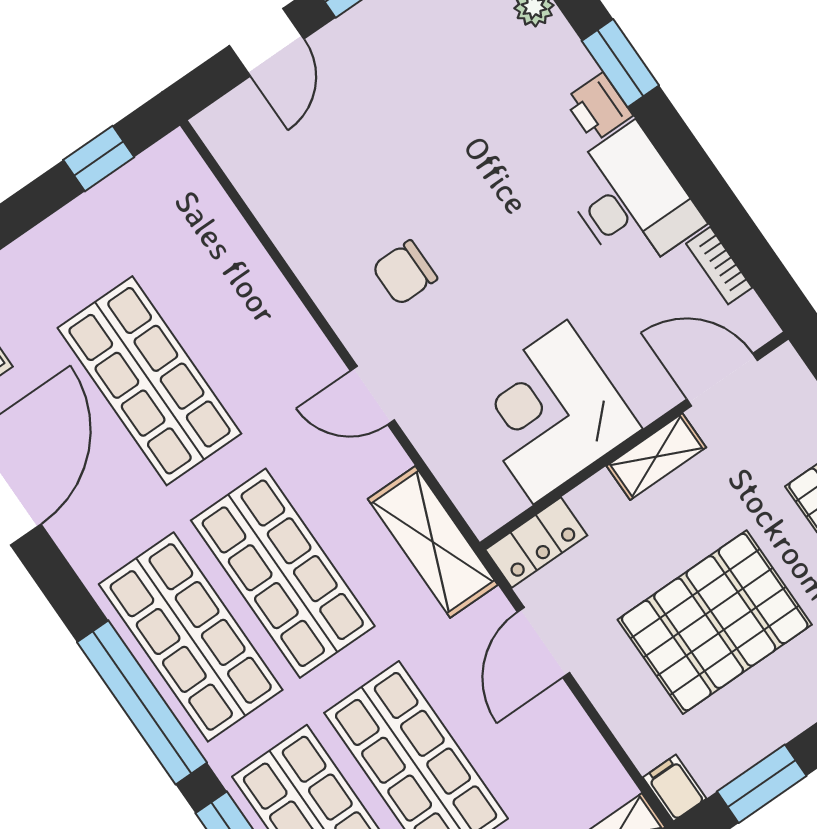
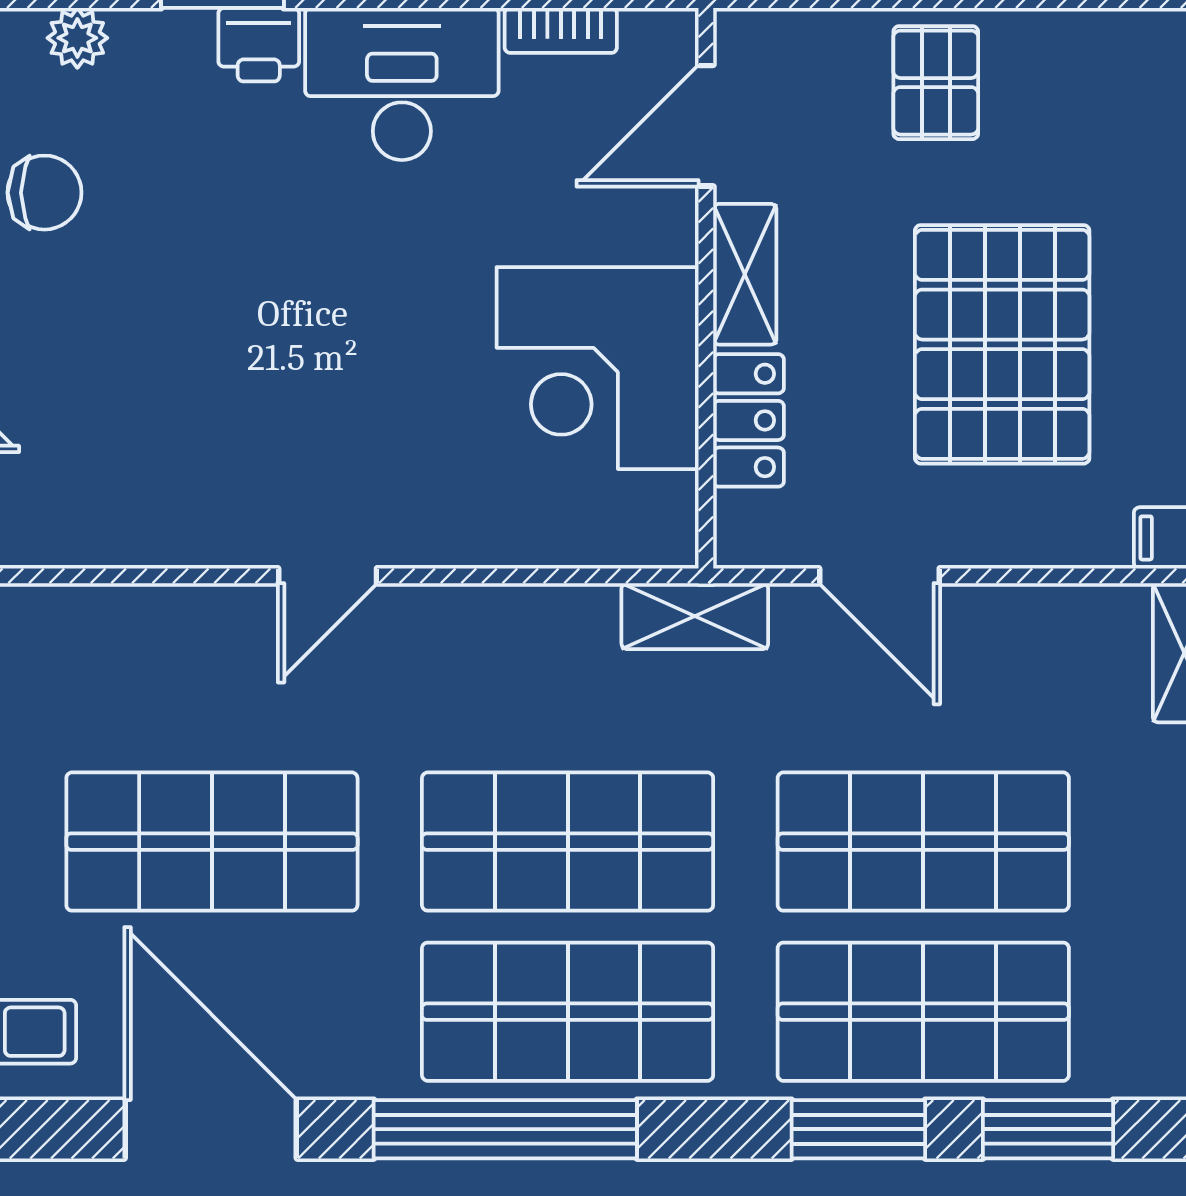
chair: (405, 273) -> (45, 193), moved, turned -90
door: (372, 395) -> (328, 576), moved
shelving: (433, 542) -> (695, 616), width x0.67, depth x0.75
locker: (536, 543) -> (749, 420), moved
window: (142, 702) -> (505, 1129), moved

